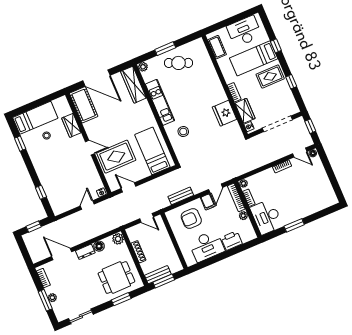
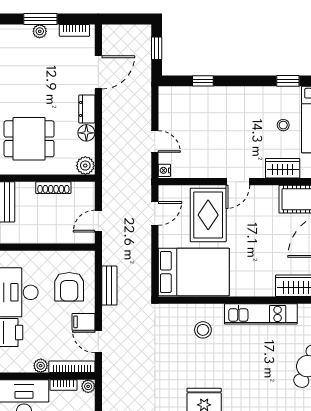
bed: (152, 151) -> (194, 272), width x1.50
armchair: (191, 219) -> (69, 287), turned 180
dining table: (116, 277) -> (29, 139), turned 90

